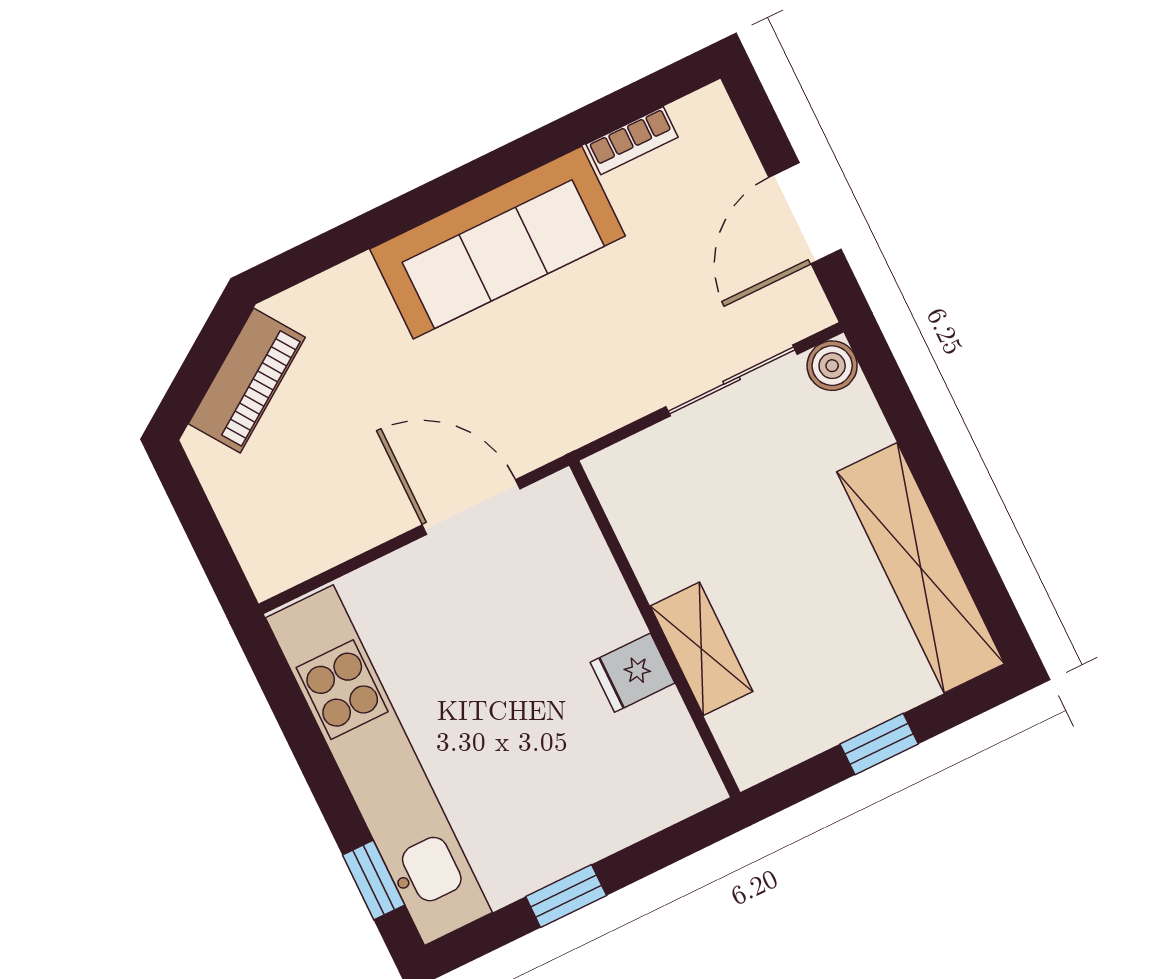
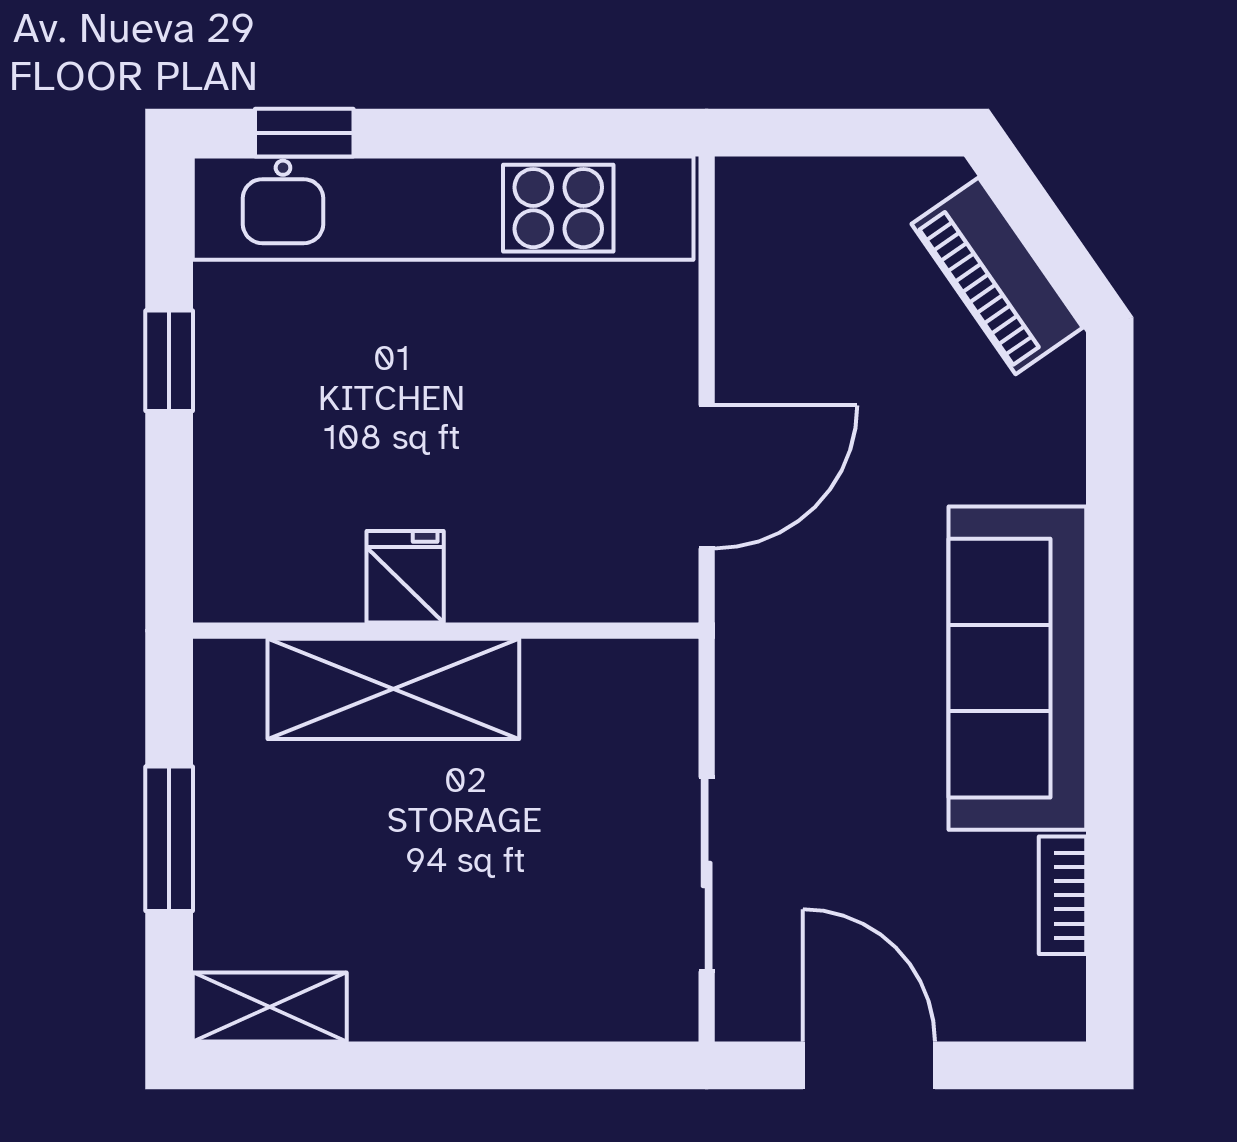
boiler: (832, 366) -> (665, 1007), removed
shelving: (921, 568) -> (270, 1007), width x0.45, depth x0.75
shelving: (701, 649) -> (393, 689), width x1.50, depth x1.33
window: (879, 744) -> (169, 839), width x1.50

